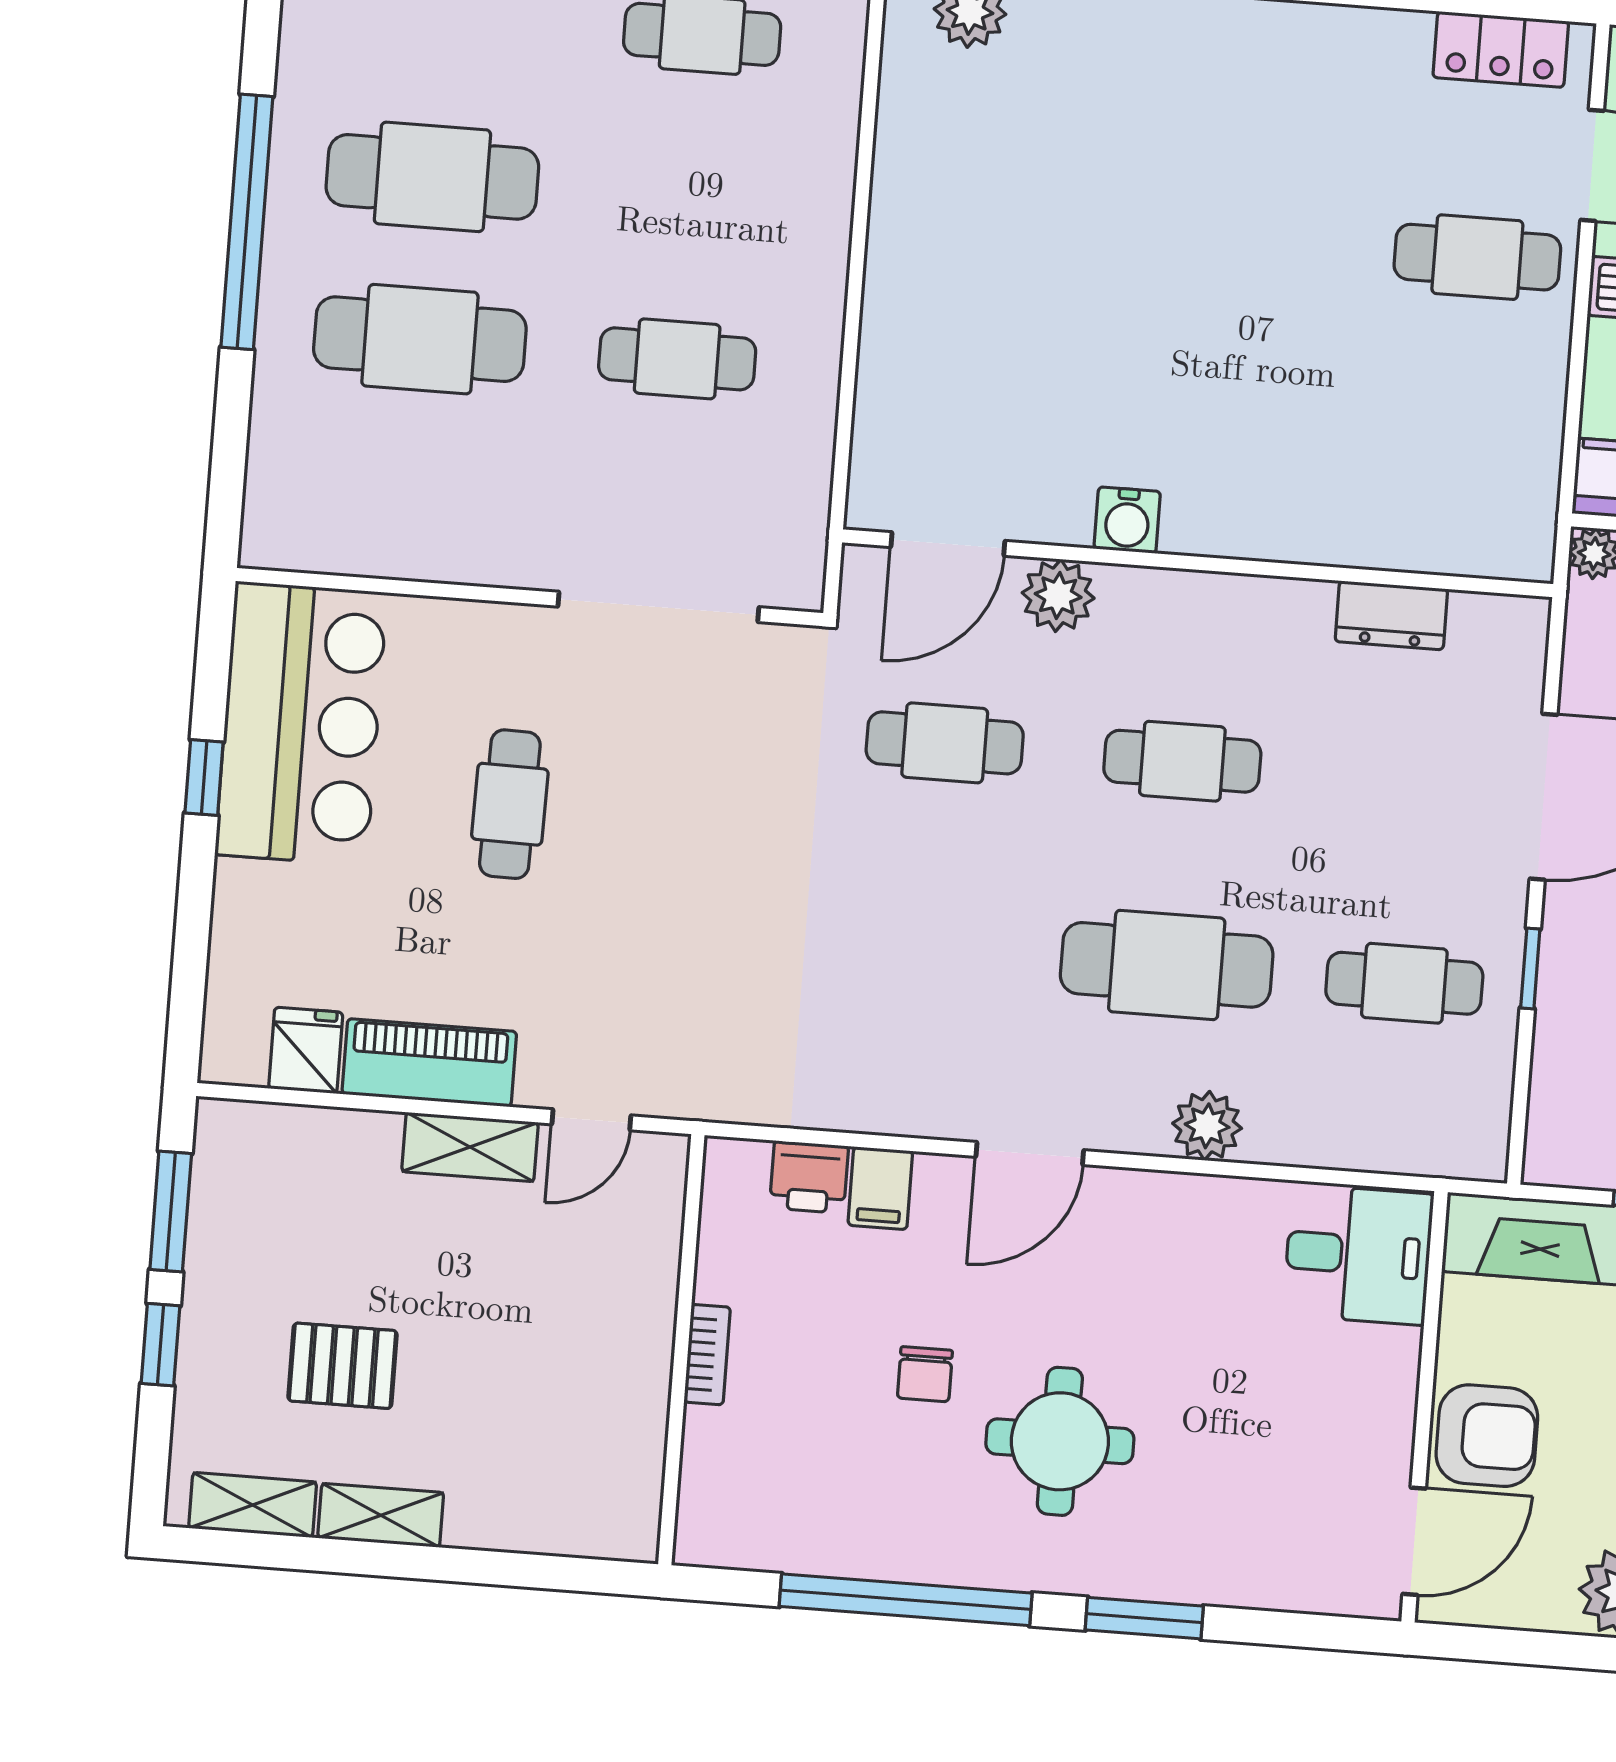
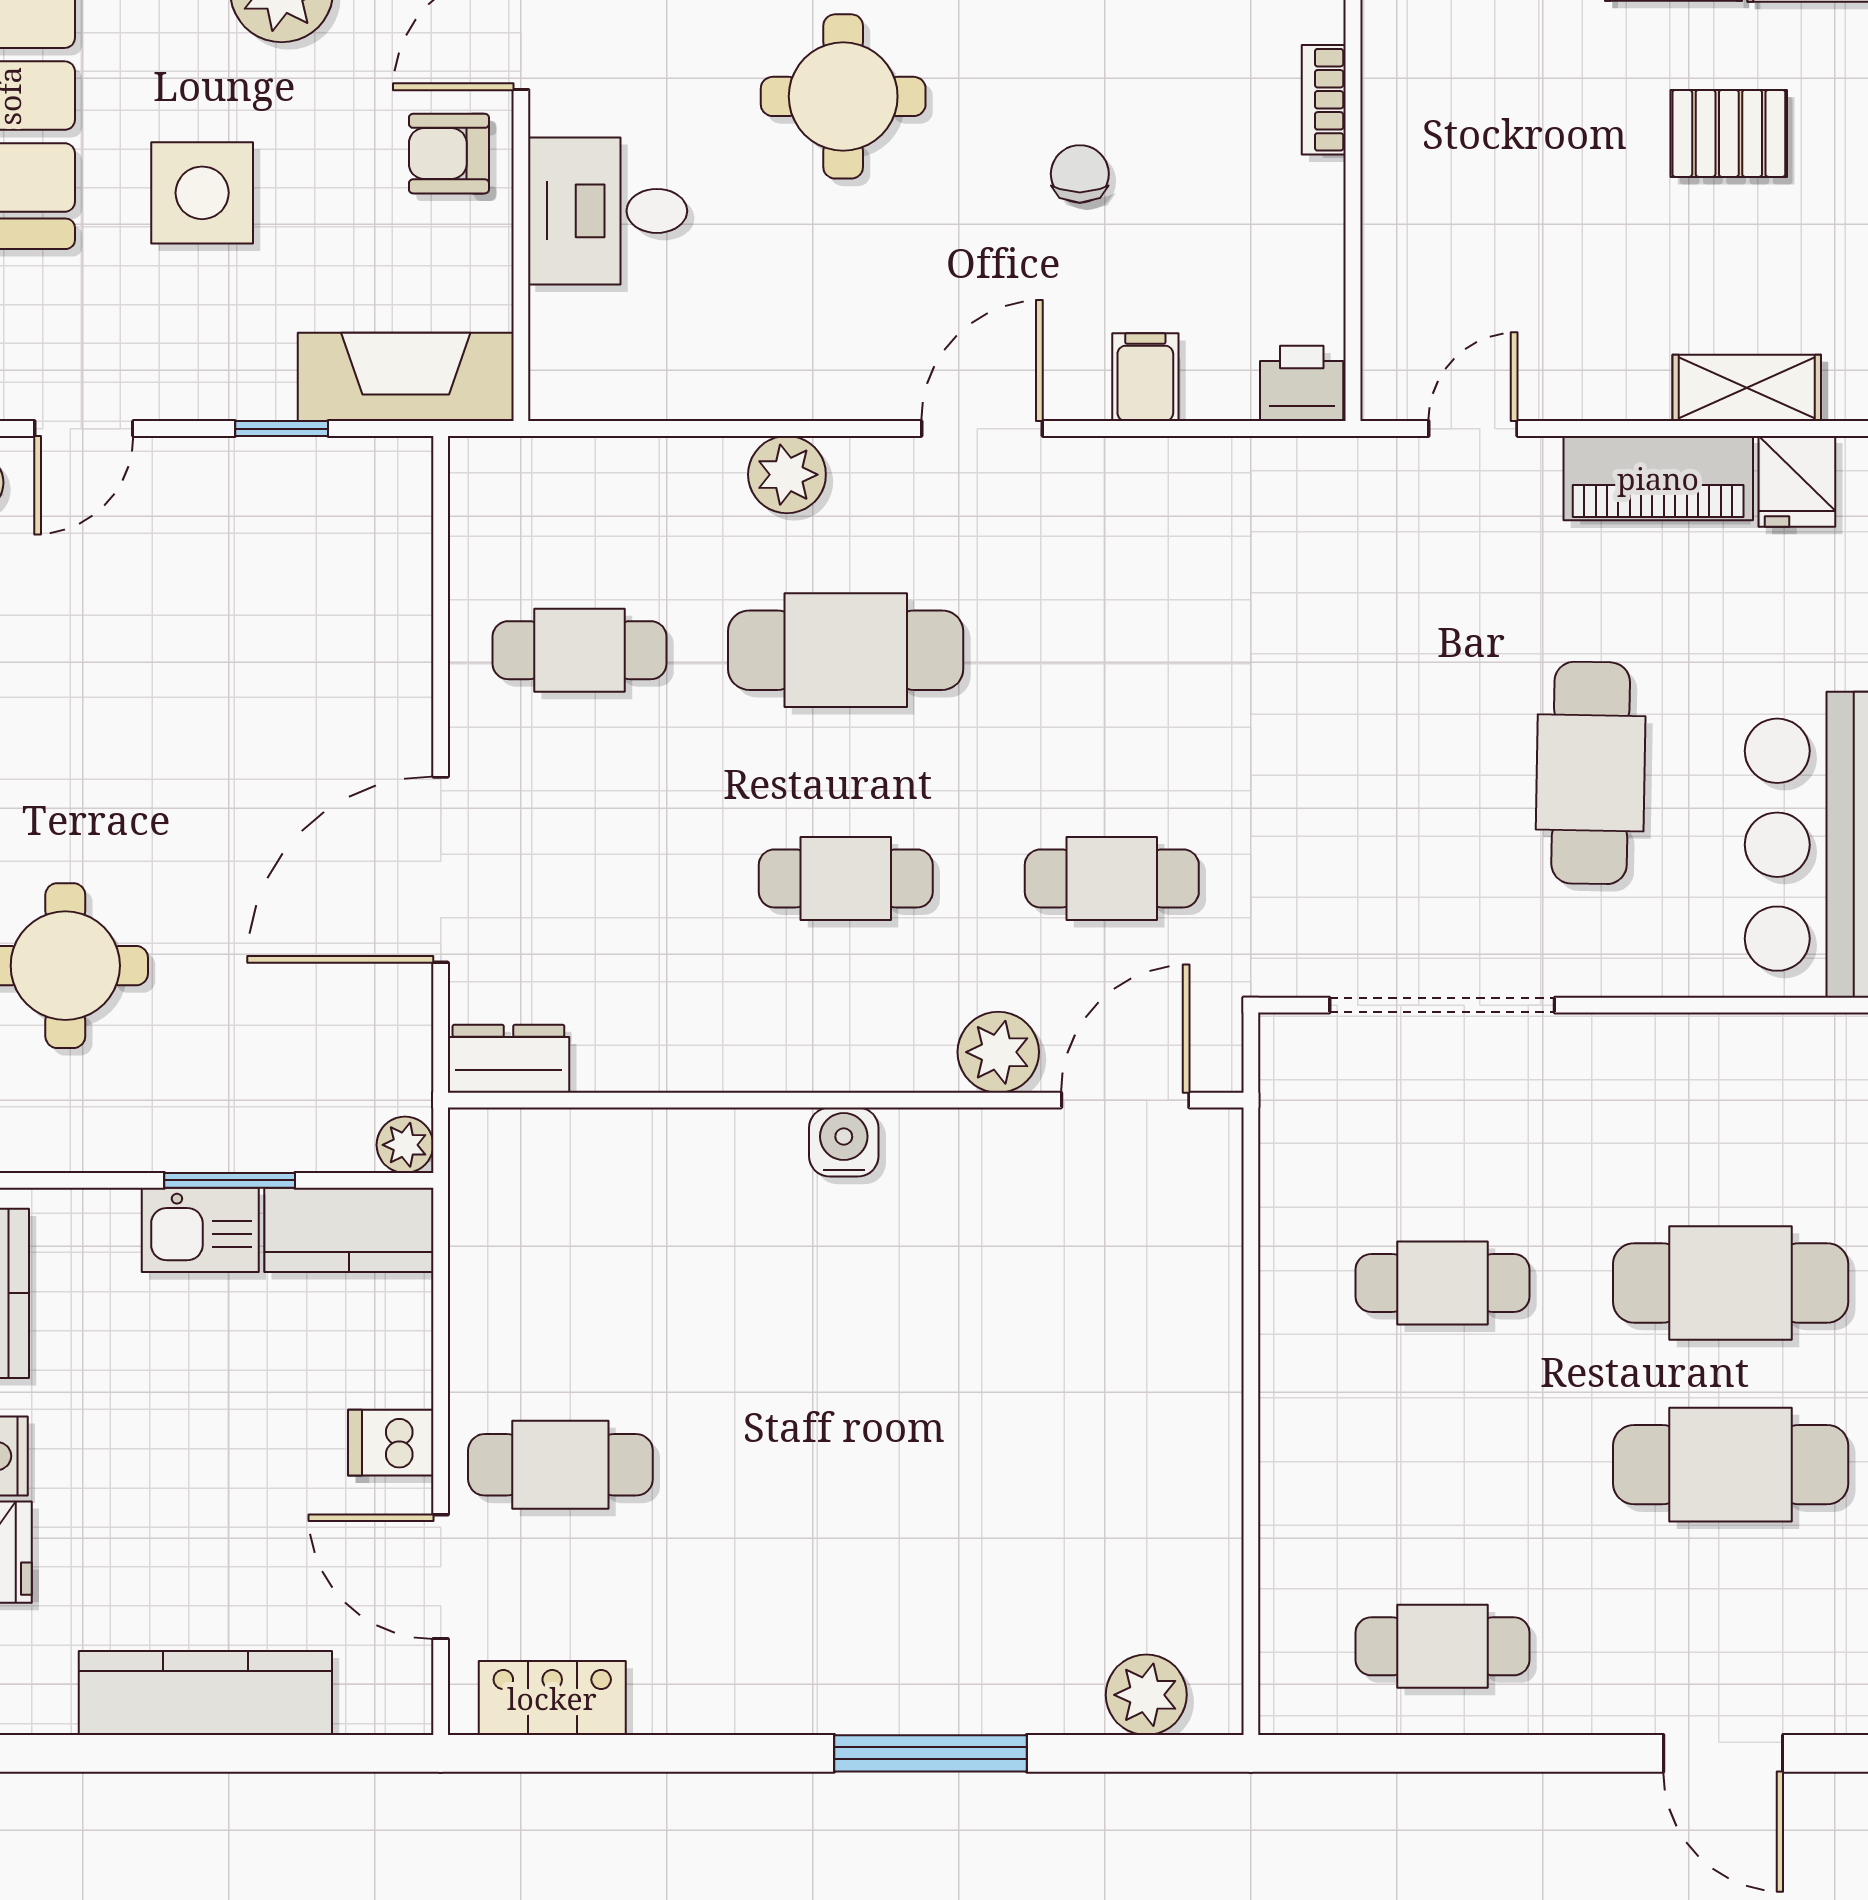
water cooler: (1127, 520) -> (844, 1142), moved
dresser: (1391, 615) -> (508, 1059), moved
cafe table: (510, 804) -> (1591, 773), width x1.37, depth x1.35
window: (1530, 969) -> (441, 677), removed
shelving: (470, 1147) -> (1747, 388), moved
printer: (809, 1177) -> (1302, 383), moved
desk: (1358, 1255) -> (608, 211), moved
bookcase: (707, 1355) -> (1324, 100), moved
armchair: (1487, 1436) -> (449, 154), width x0.72, depth x0.72
round table: (1060, 1441) -> (843, 96), moved

